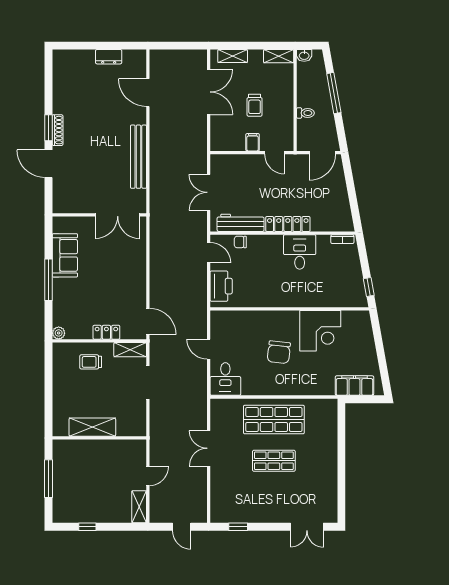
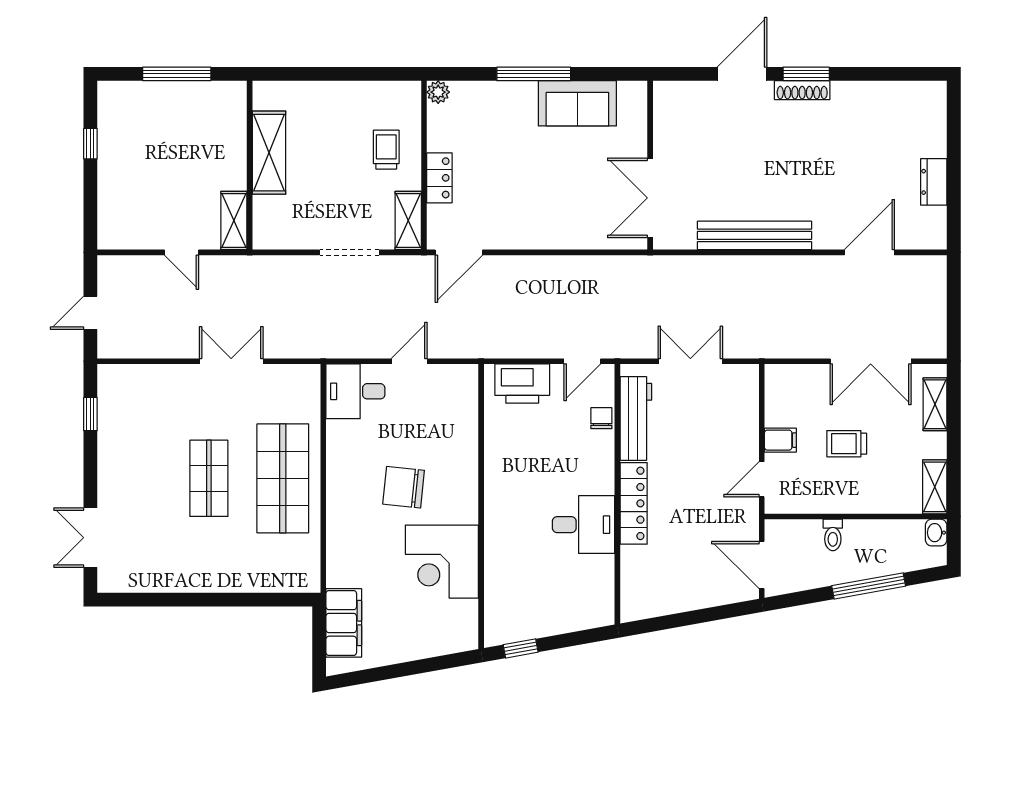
bookcase: (342, 239) -> (606, 601), removed
shelving: (139, 507) -> (234, 220), moved, turned 90

